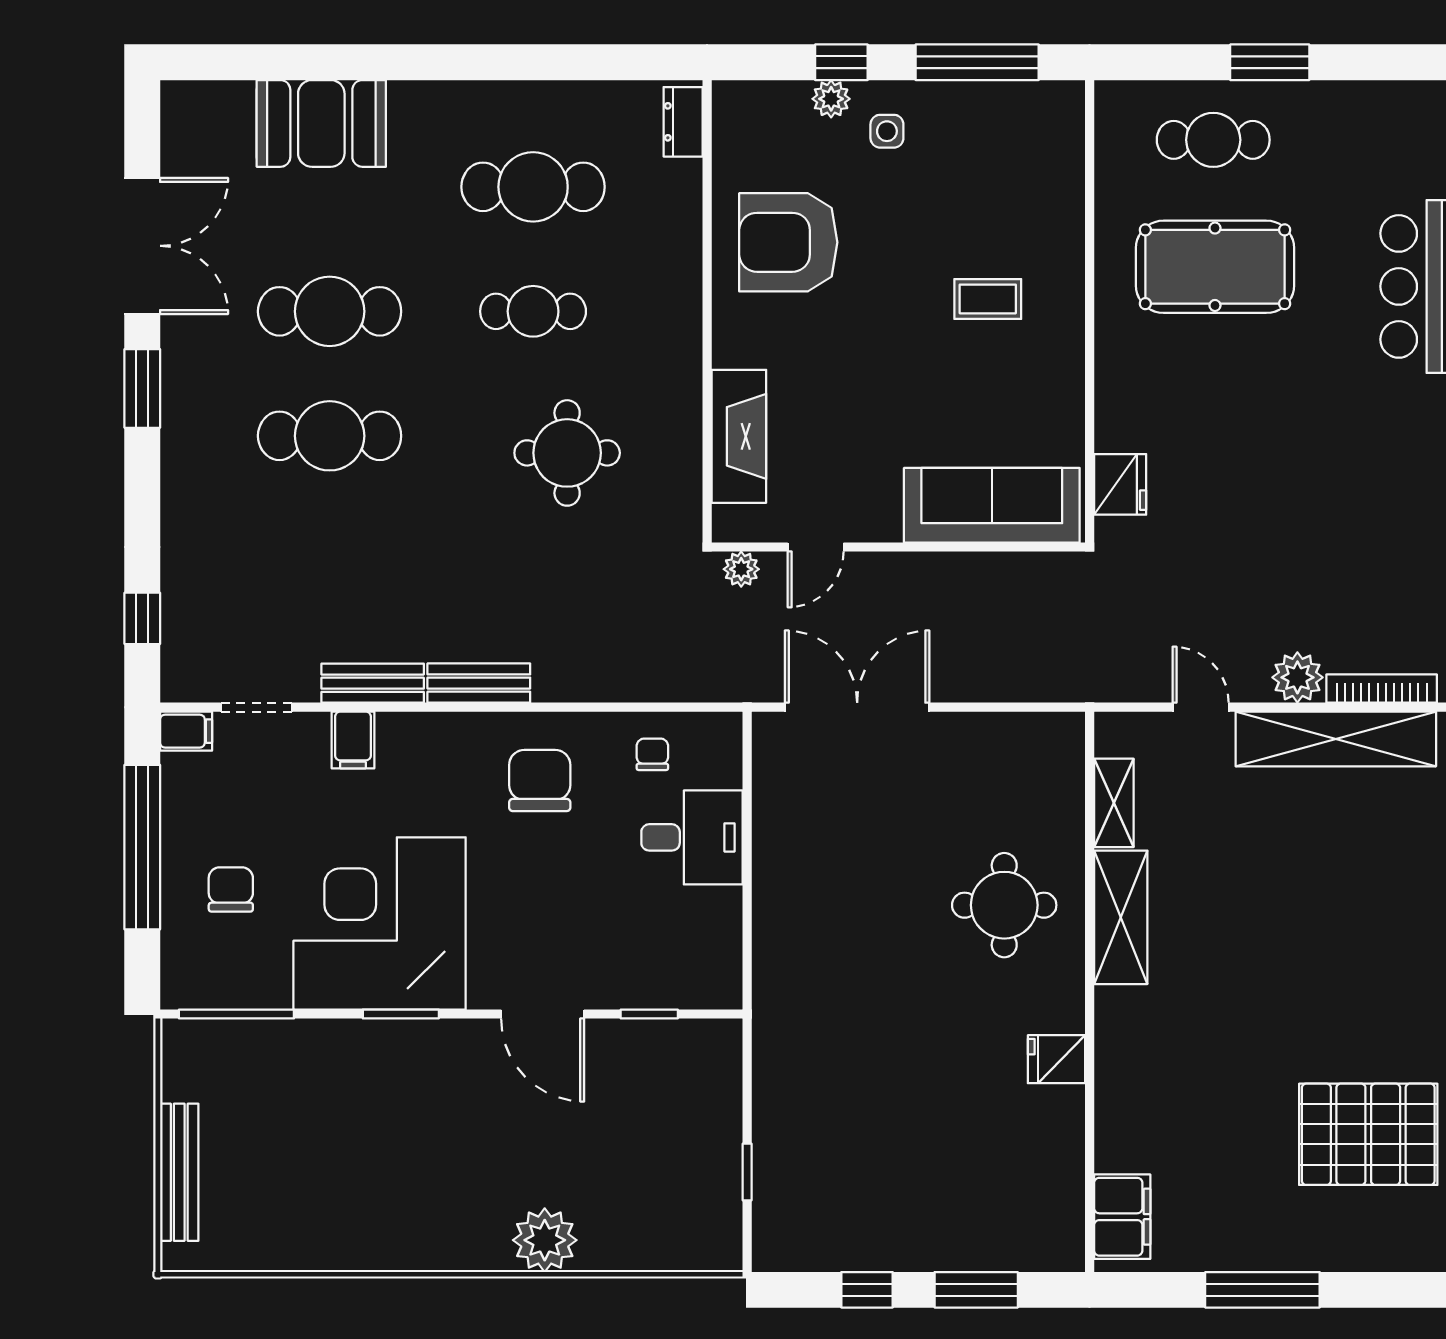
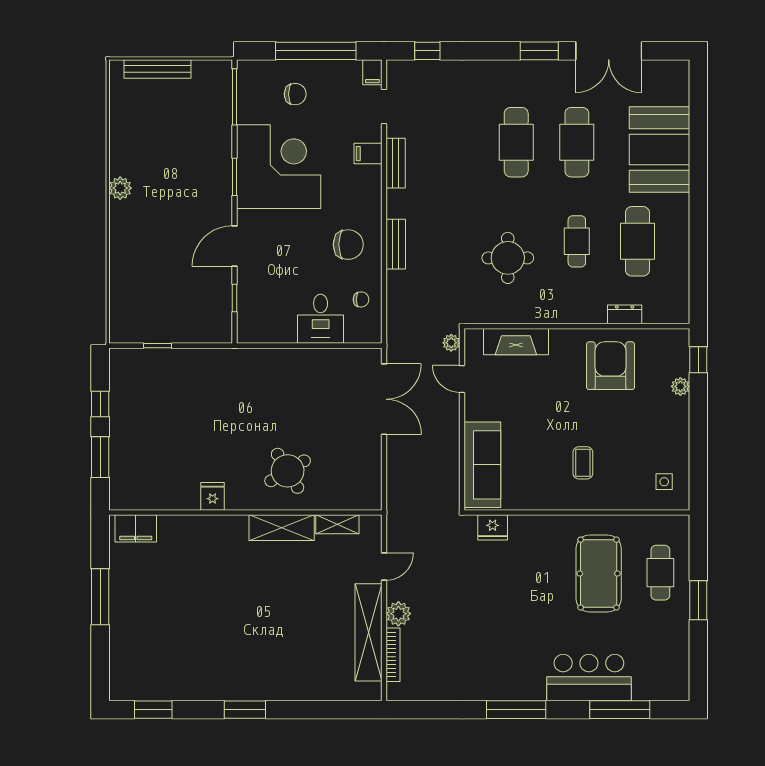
window: (841, 62) -> (698, 360), moved
window: (977, 62) -> (698, 458), removed
dresser: (683, 122) -> (625, 314), moved
booth: (321, 123) -> (659, 150), width x1.36, depth x1.42
side table: (887, 131) -> (664, 482), moved
bench: (479, 683) -> (396, 244), moved
round table: (1004, 905) -> (288, 471), turned -31
pallet: (1368, 1134) -> (176, 648), removed
plant: (545, 1240) -> (120, 188), moved, width x0.73, depth x0.73

